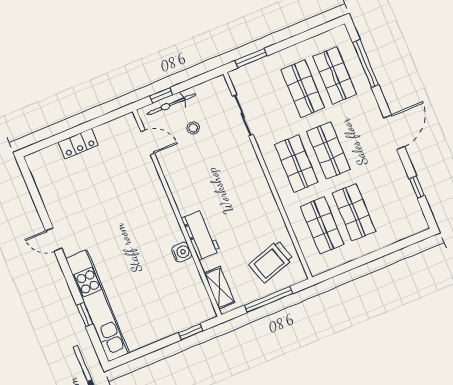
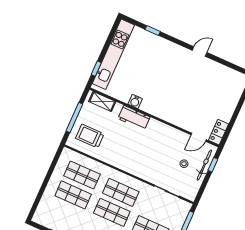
locker: (78, 144) -> (218, 132), moved
trolley: (271, 262) -> (90, 136), turned -72
kitchen unit: (98, 306) -> (113, 54), moved, turned -90

